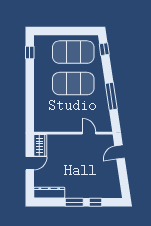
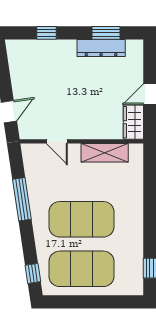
shelving: (59, 126) -> (105, 153), added
dresser: (49, 193) -> (101, 48), moved
window: (74, 202) -> (106, 33), moved

